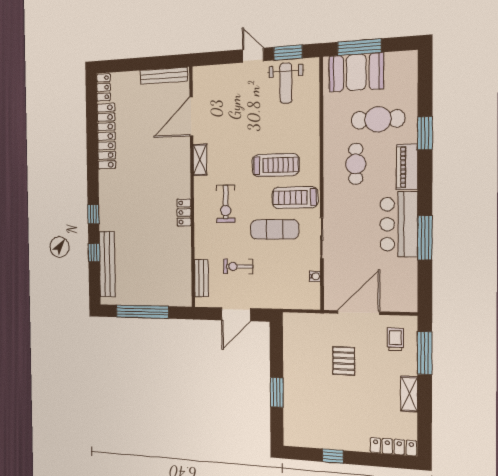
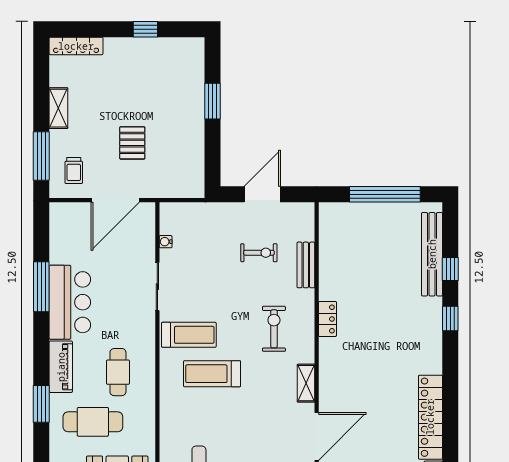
exercise mat: (274, 229) -> (214, 297), removed
bench: (201, 278) -> (306, 265), moved

